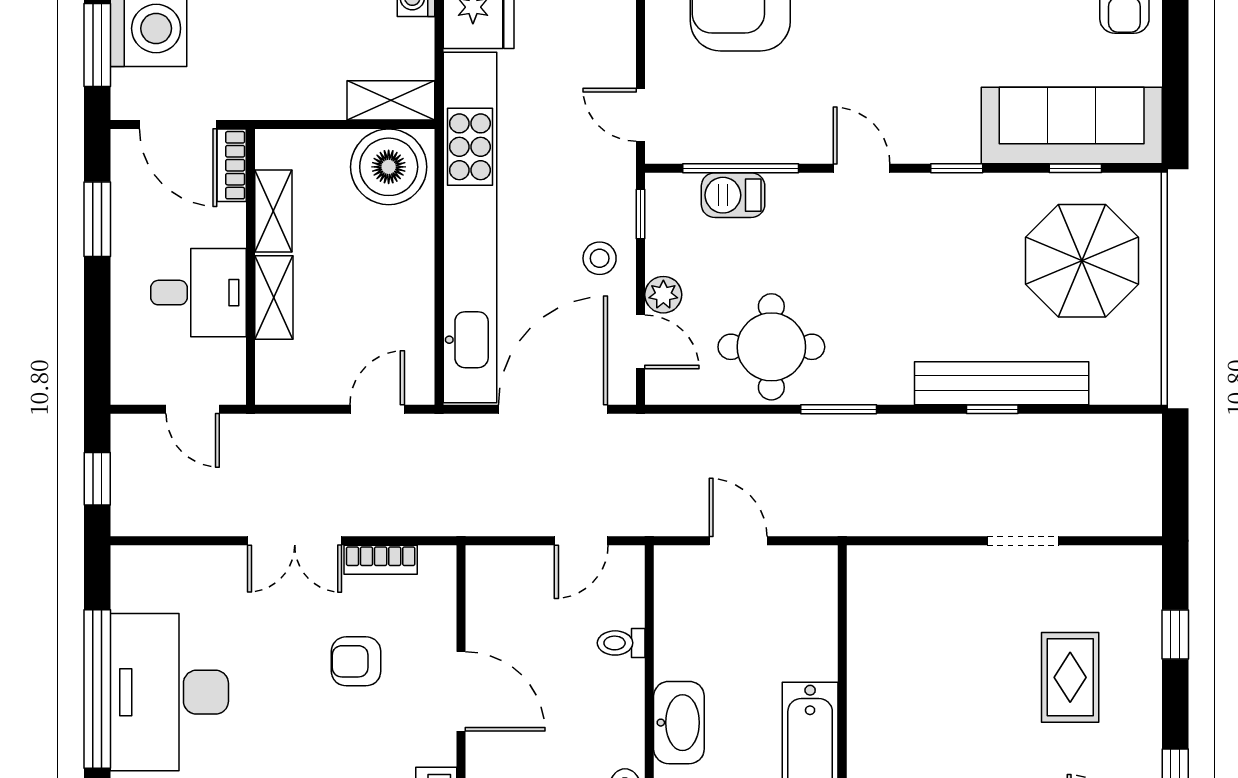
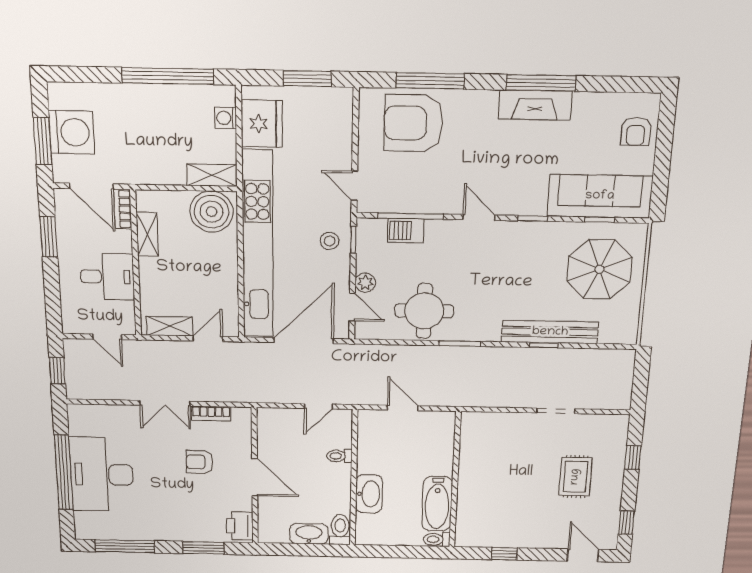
stool: (600, 258) -> (330, 241), moved
shelving: (274, 298) -> (170, 326), moved, turned 90

